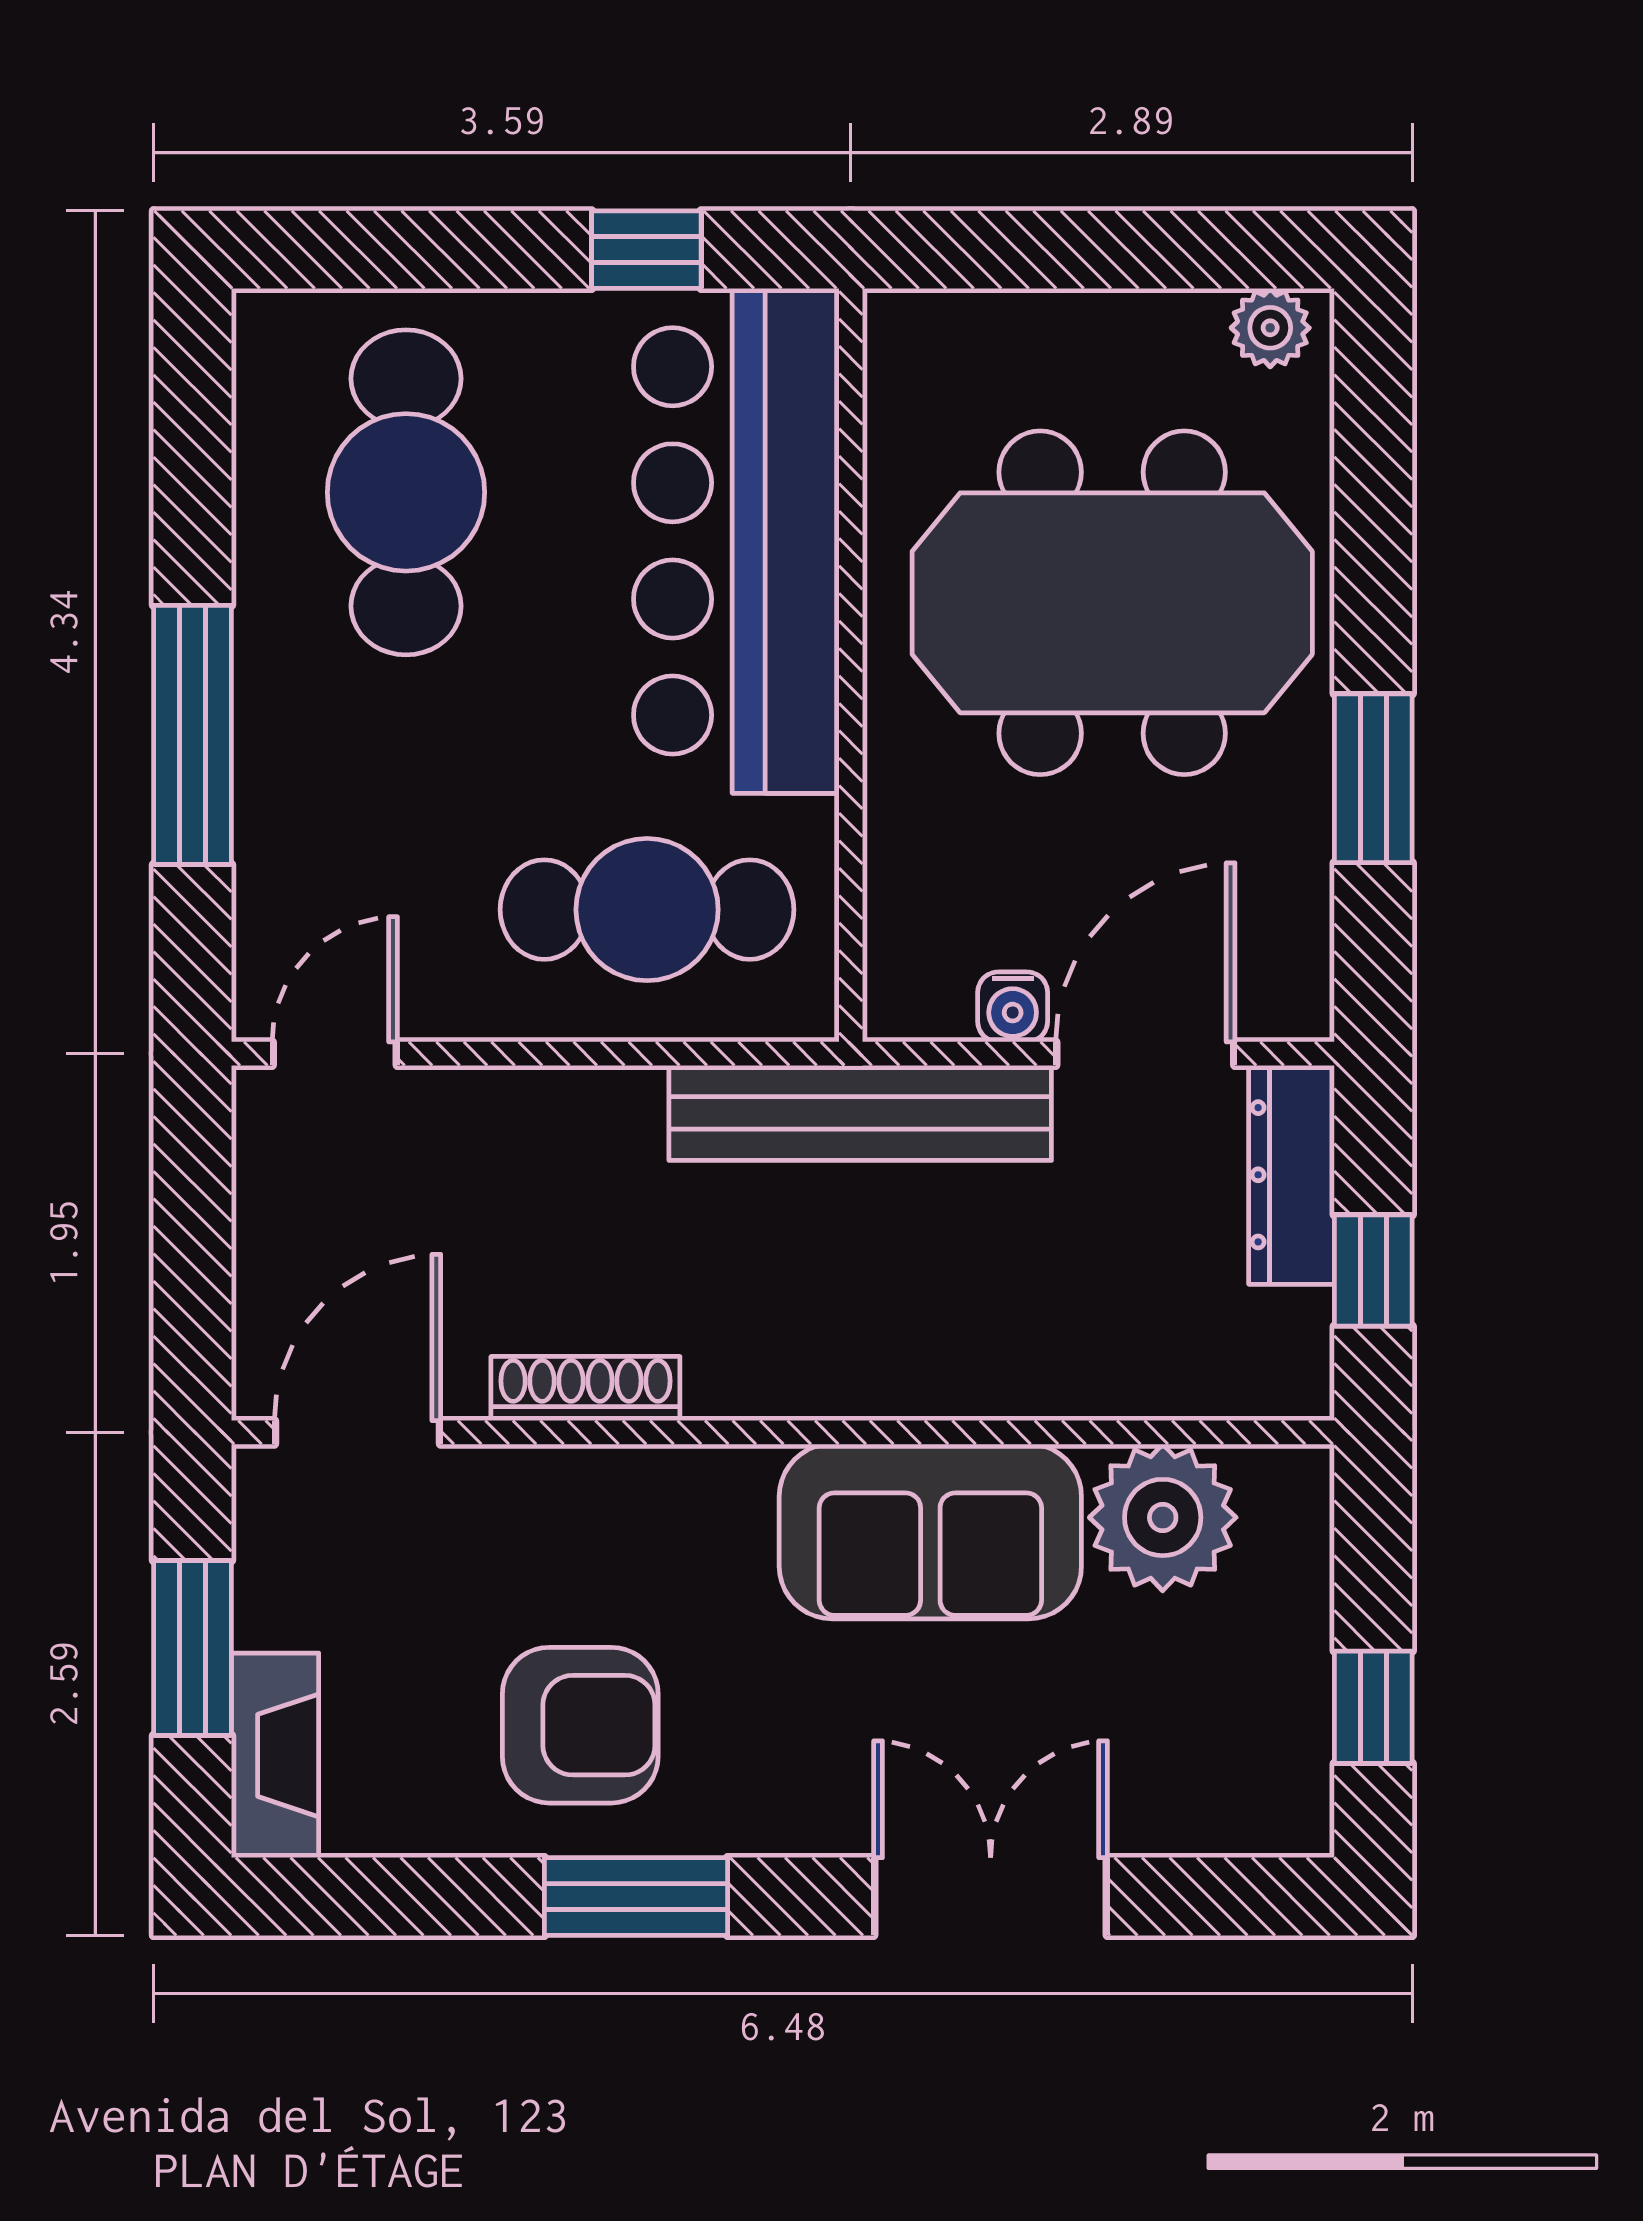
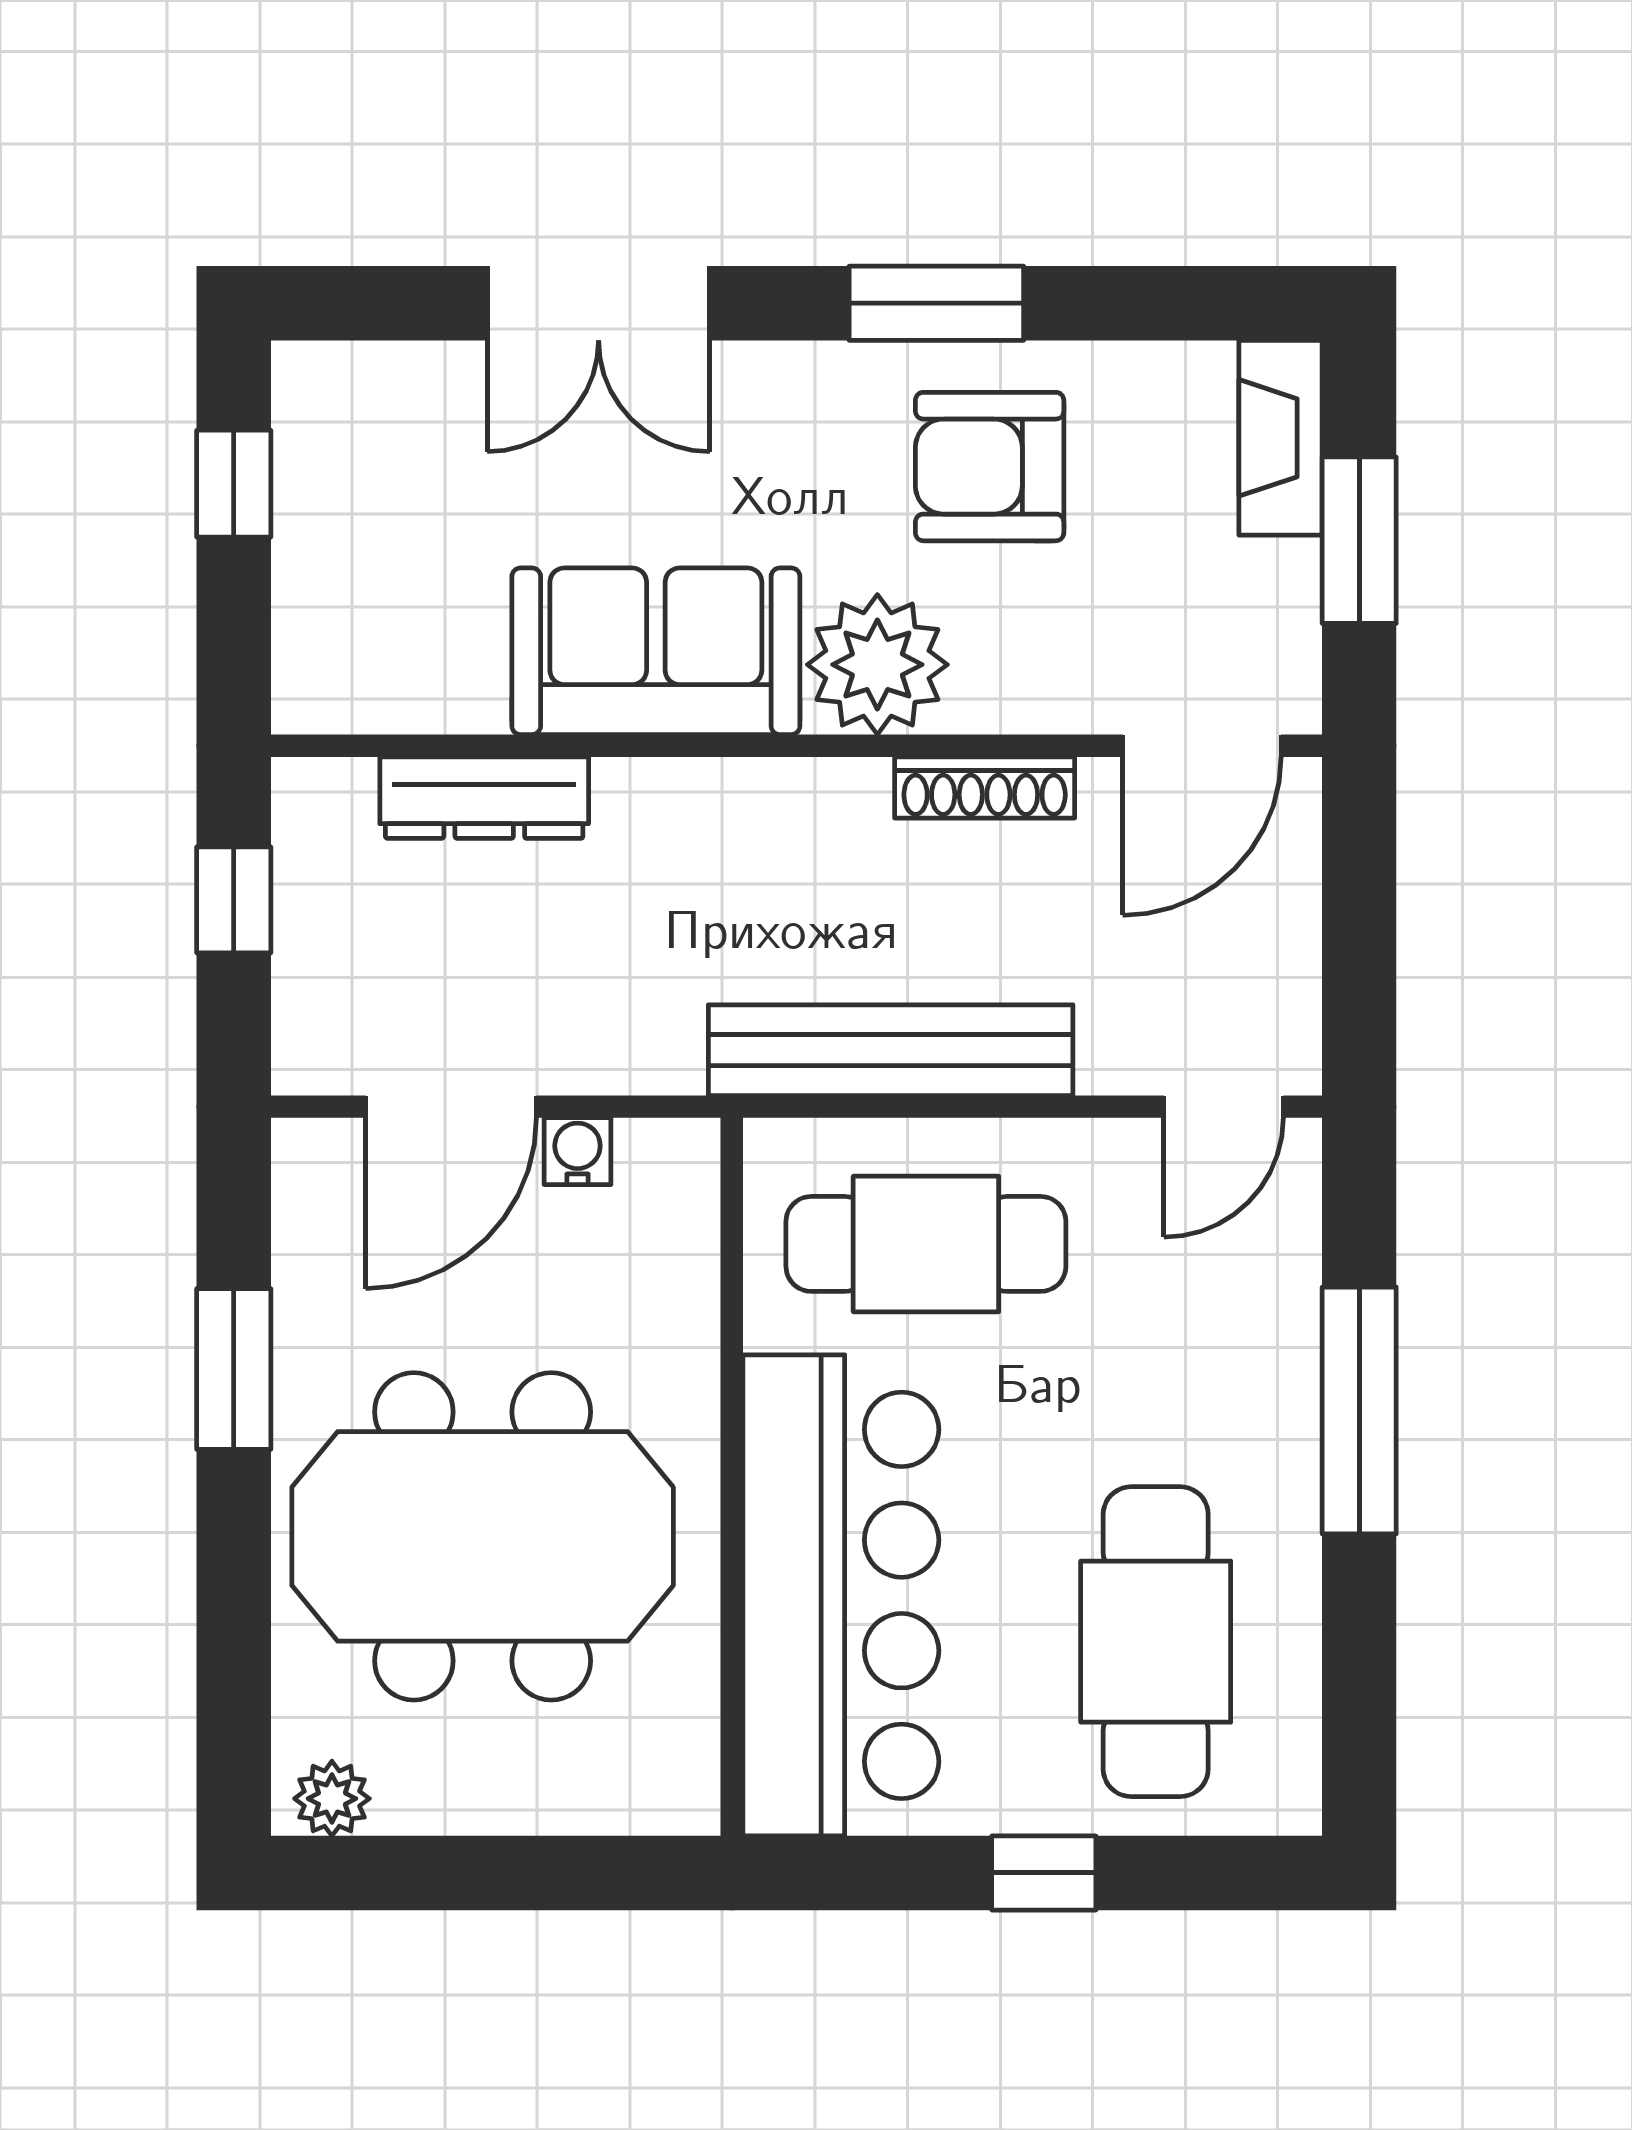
window: (646, 250) -> (1044, 1873), moved
bench: (860, 1113) -> (891, 1050), moved
dresser: (1292, 1175) -> (484, 798), moved, turned 90
plant: (1163, 1517) -> (877, 665), moved

